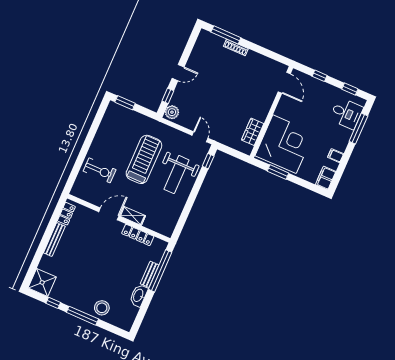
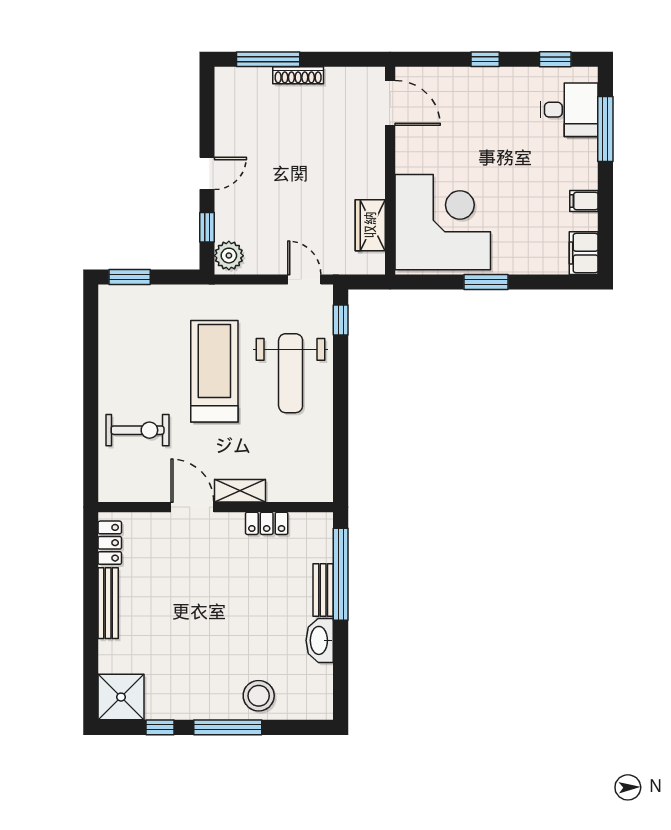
door: (284, 83) -> (390, 103), moved
wall: (271, 112) -> (390, 171), moved
wardrobe: (253, 132) -> (370, 225), moved
corner desk: (284, 144) -> (443, 222), moved
door: (109, 214) -> (192, 507), hinge flipped
locker: (138, 235) -> (267, 523), width x0.66

